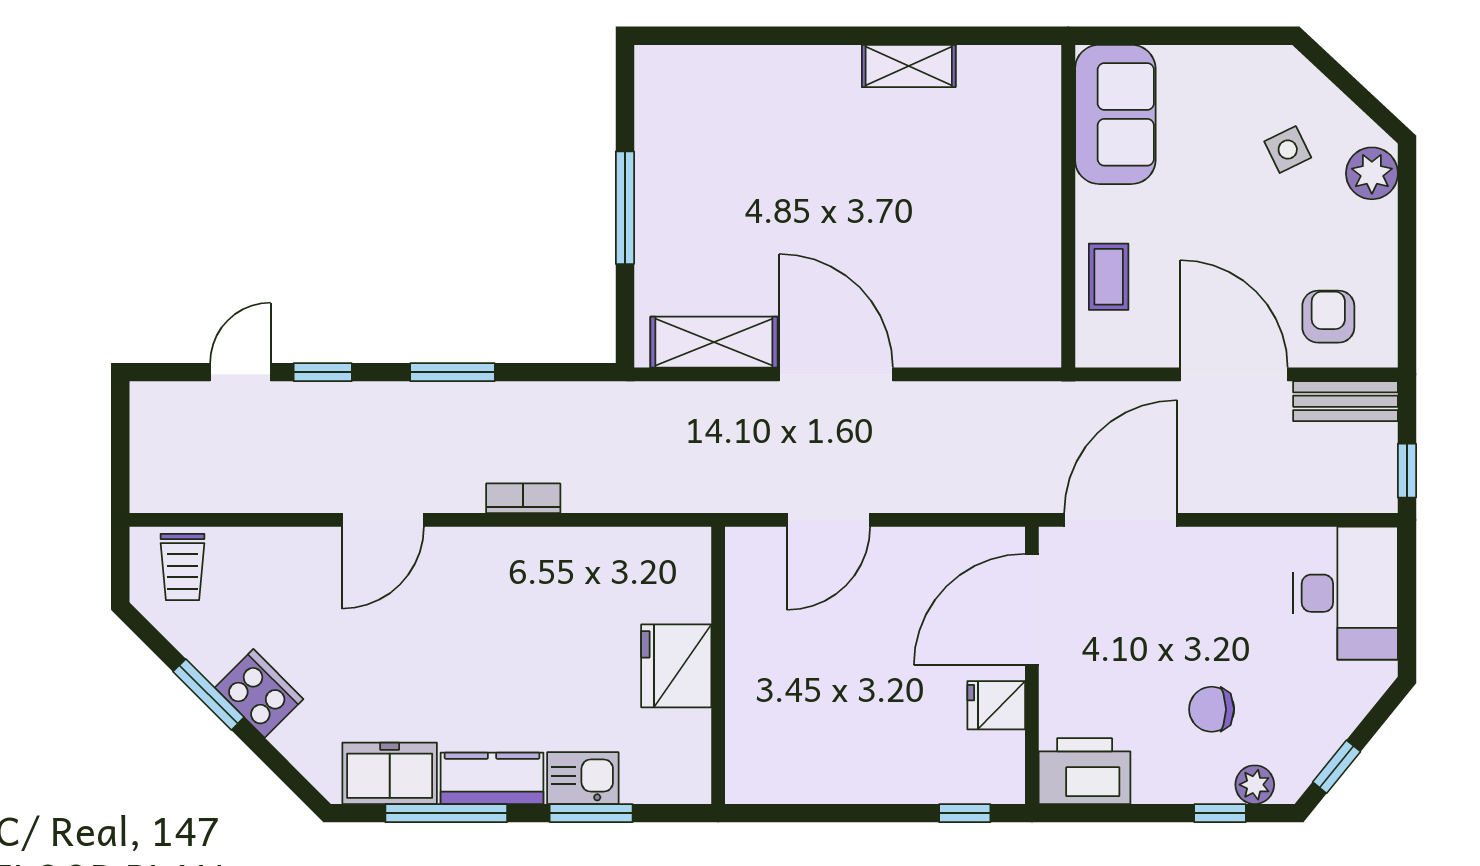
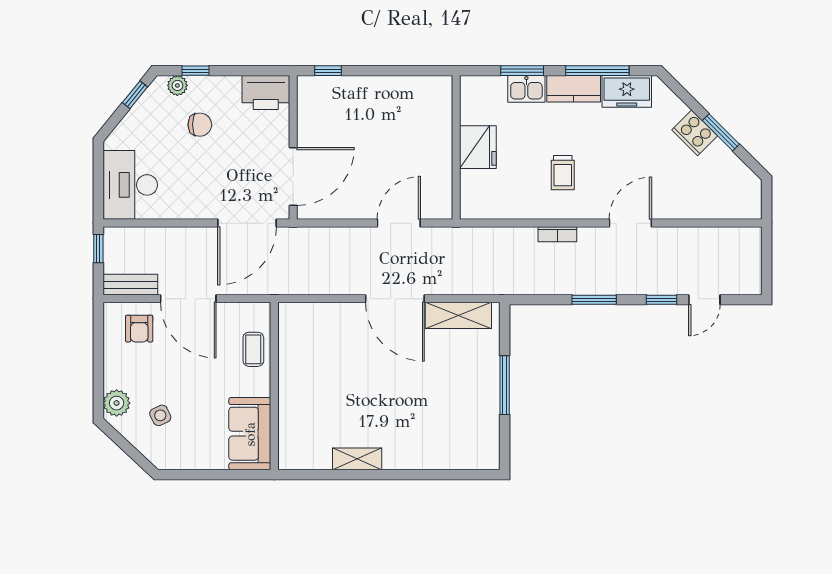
trolley: (182, 567) -> (563, 173), moved, turned 180
fridge: (996, 705) -> (312, 127), removed

